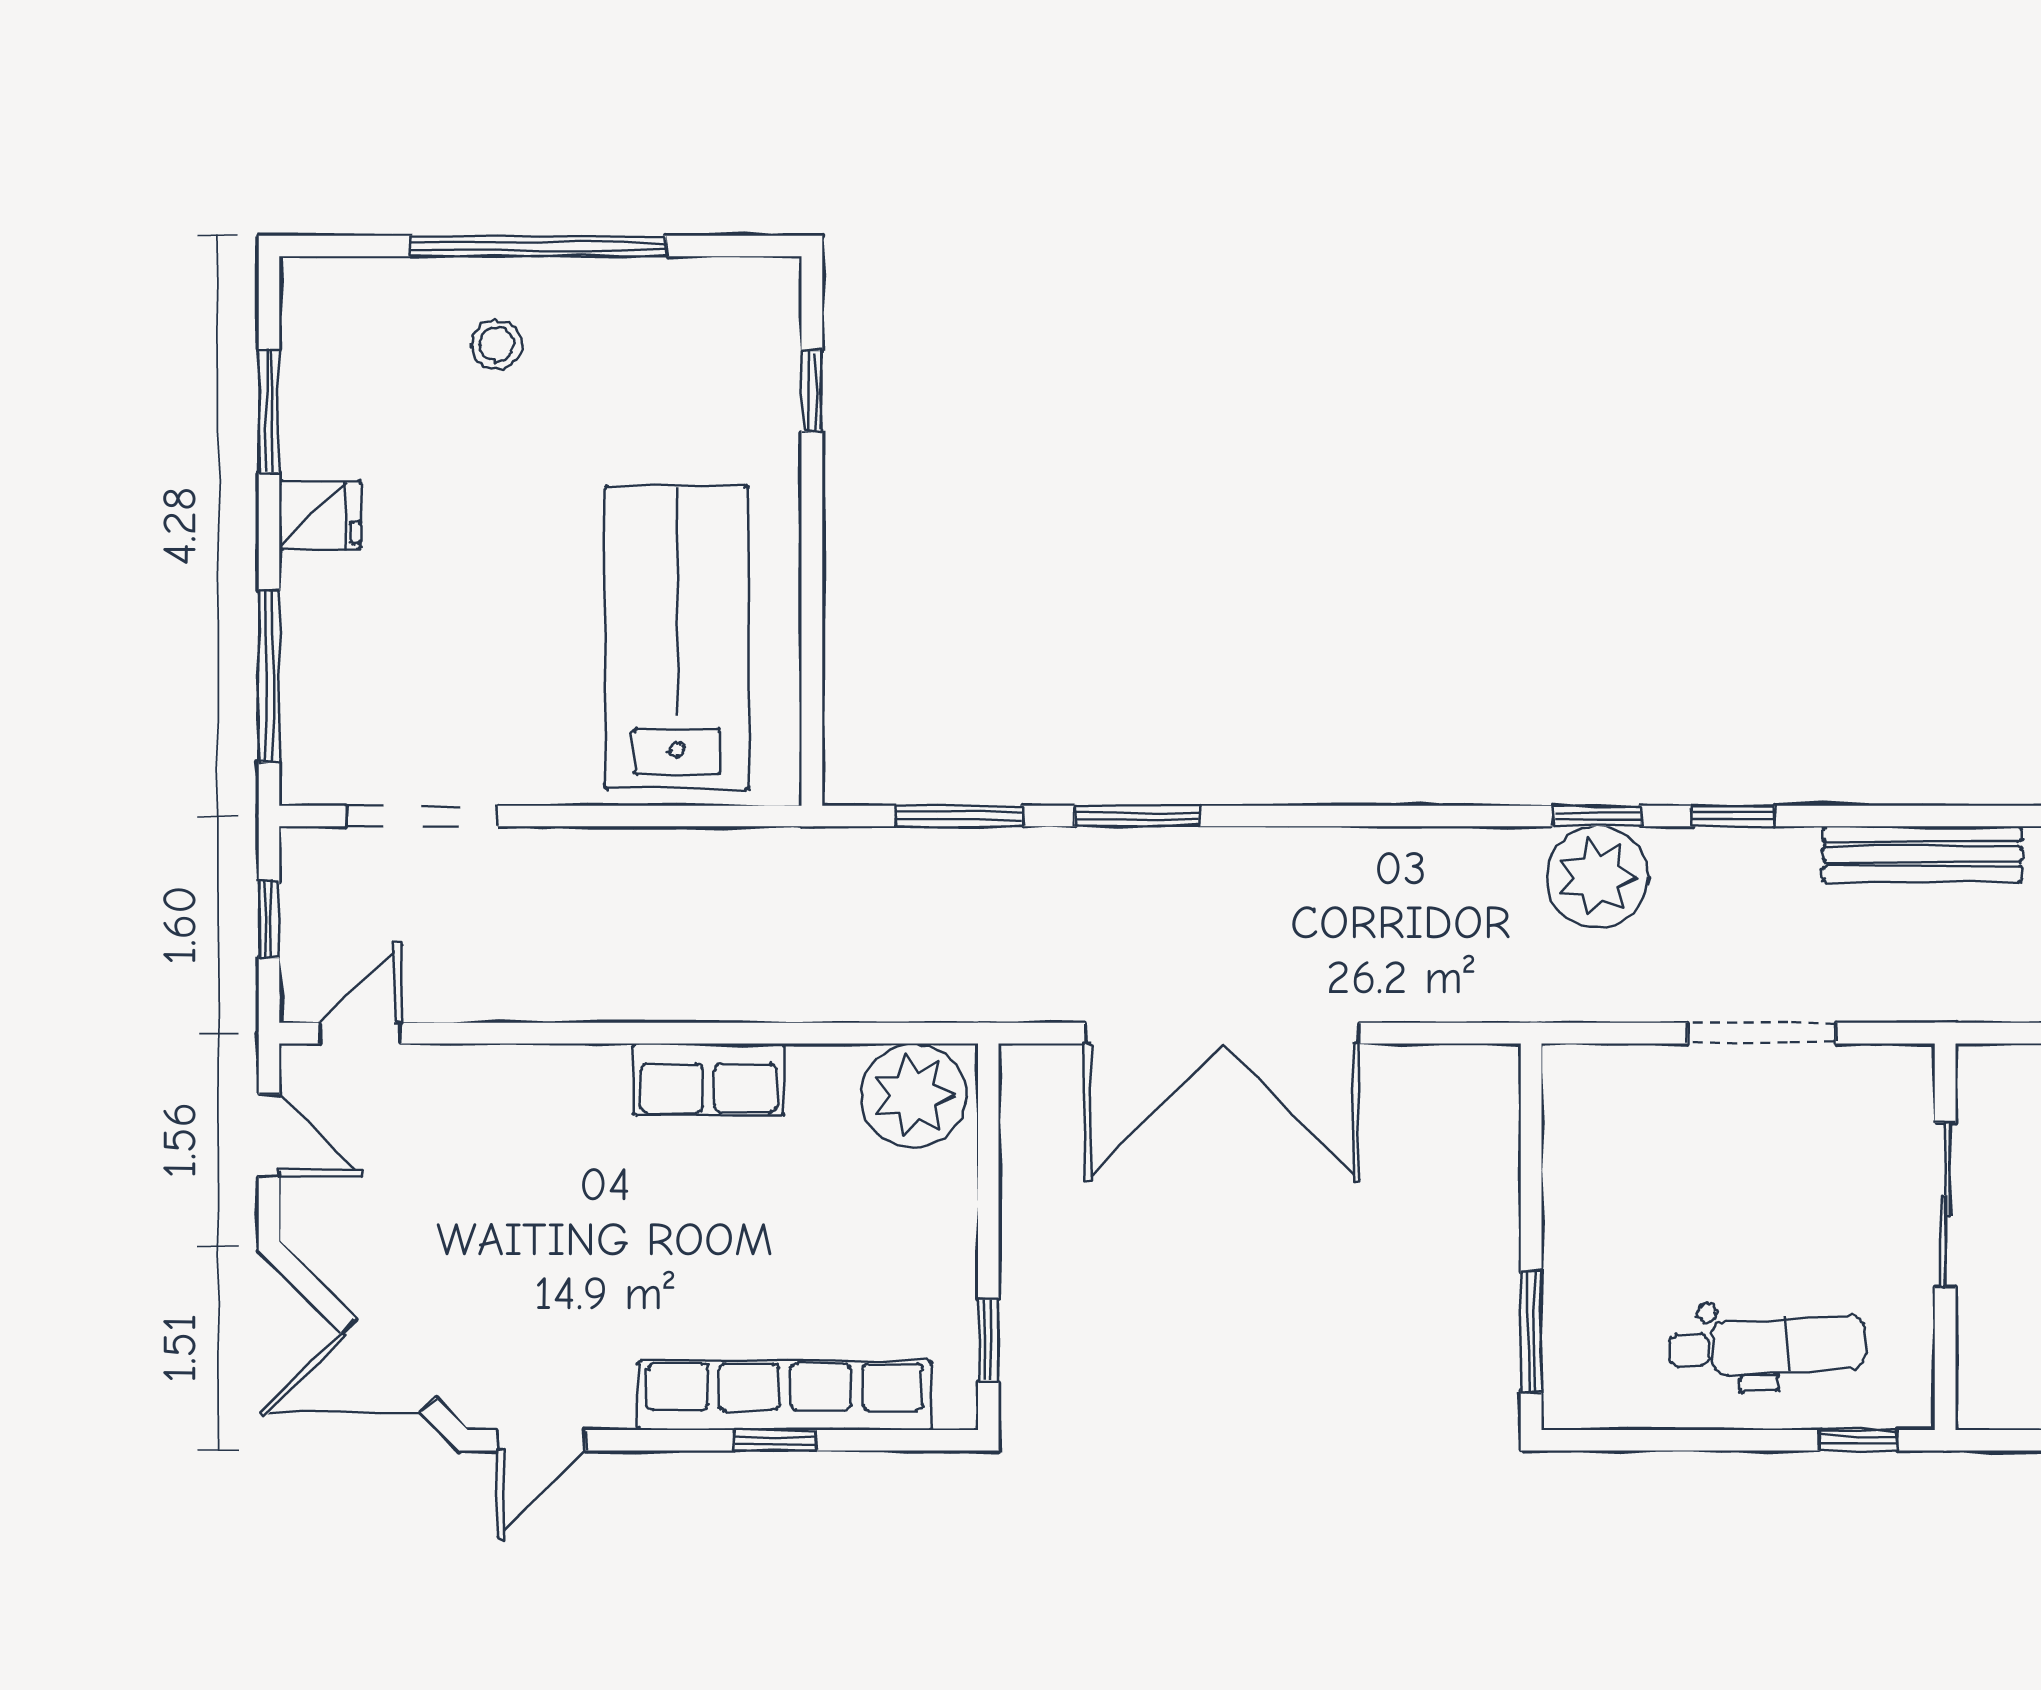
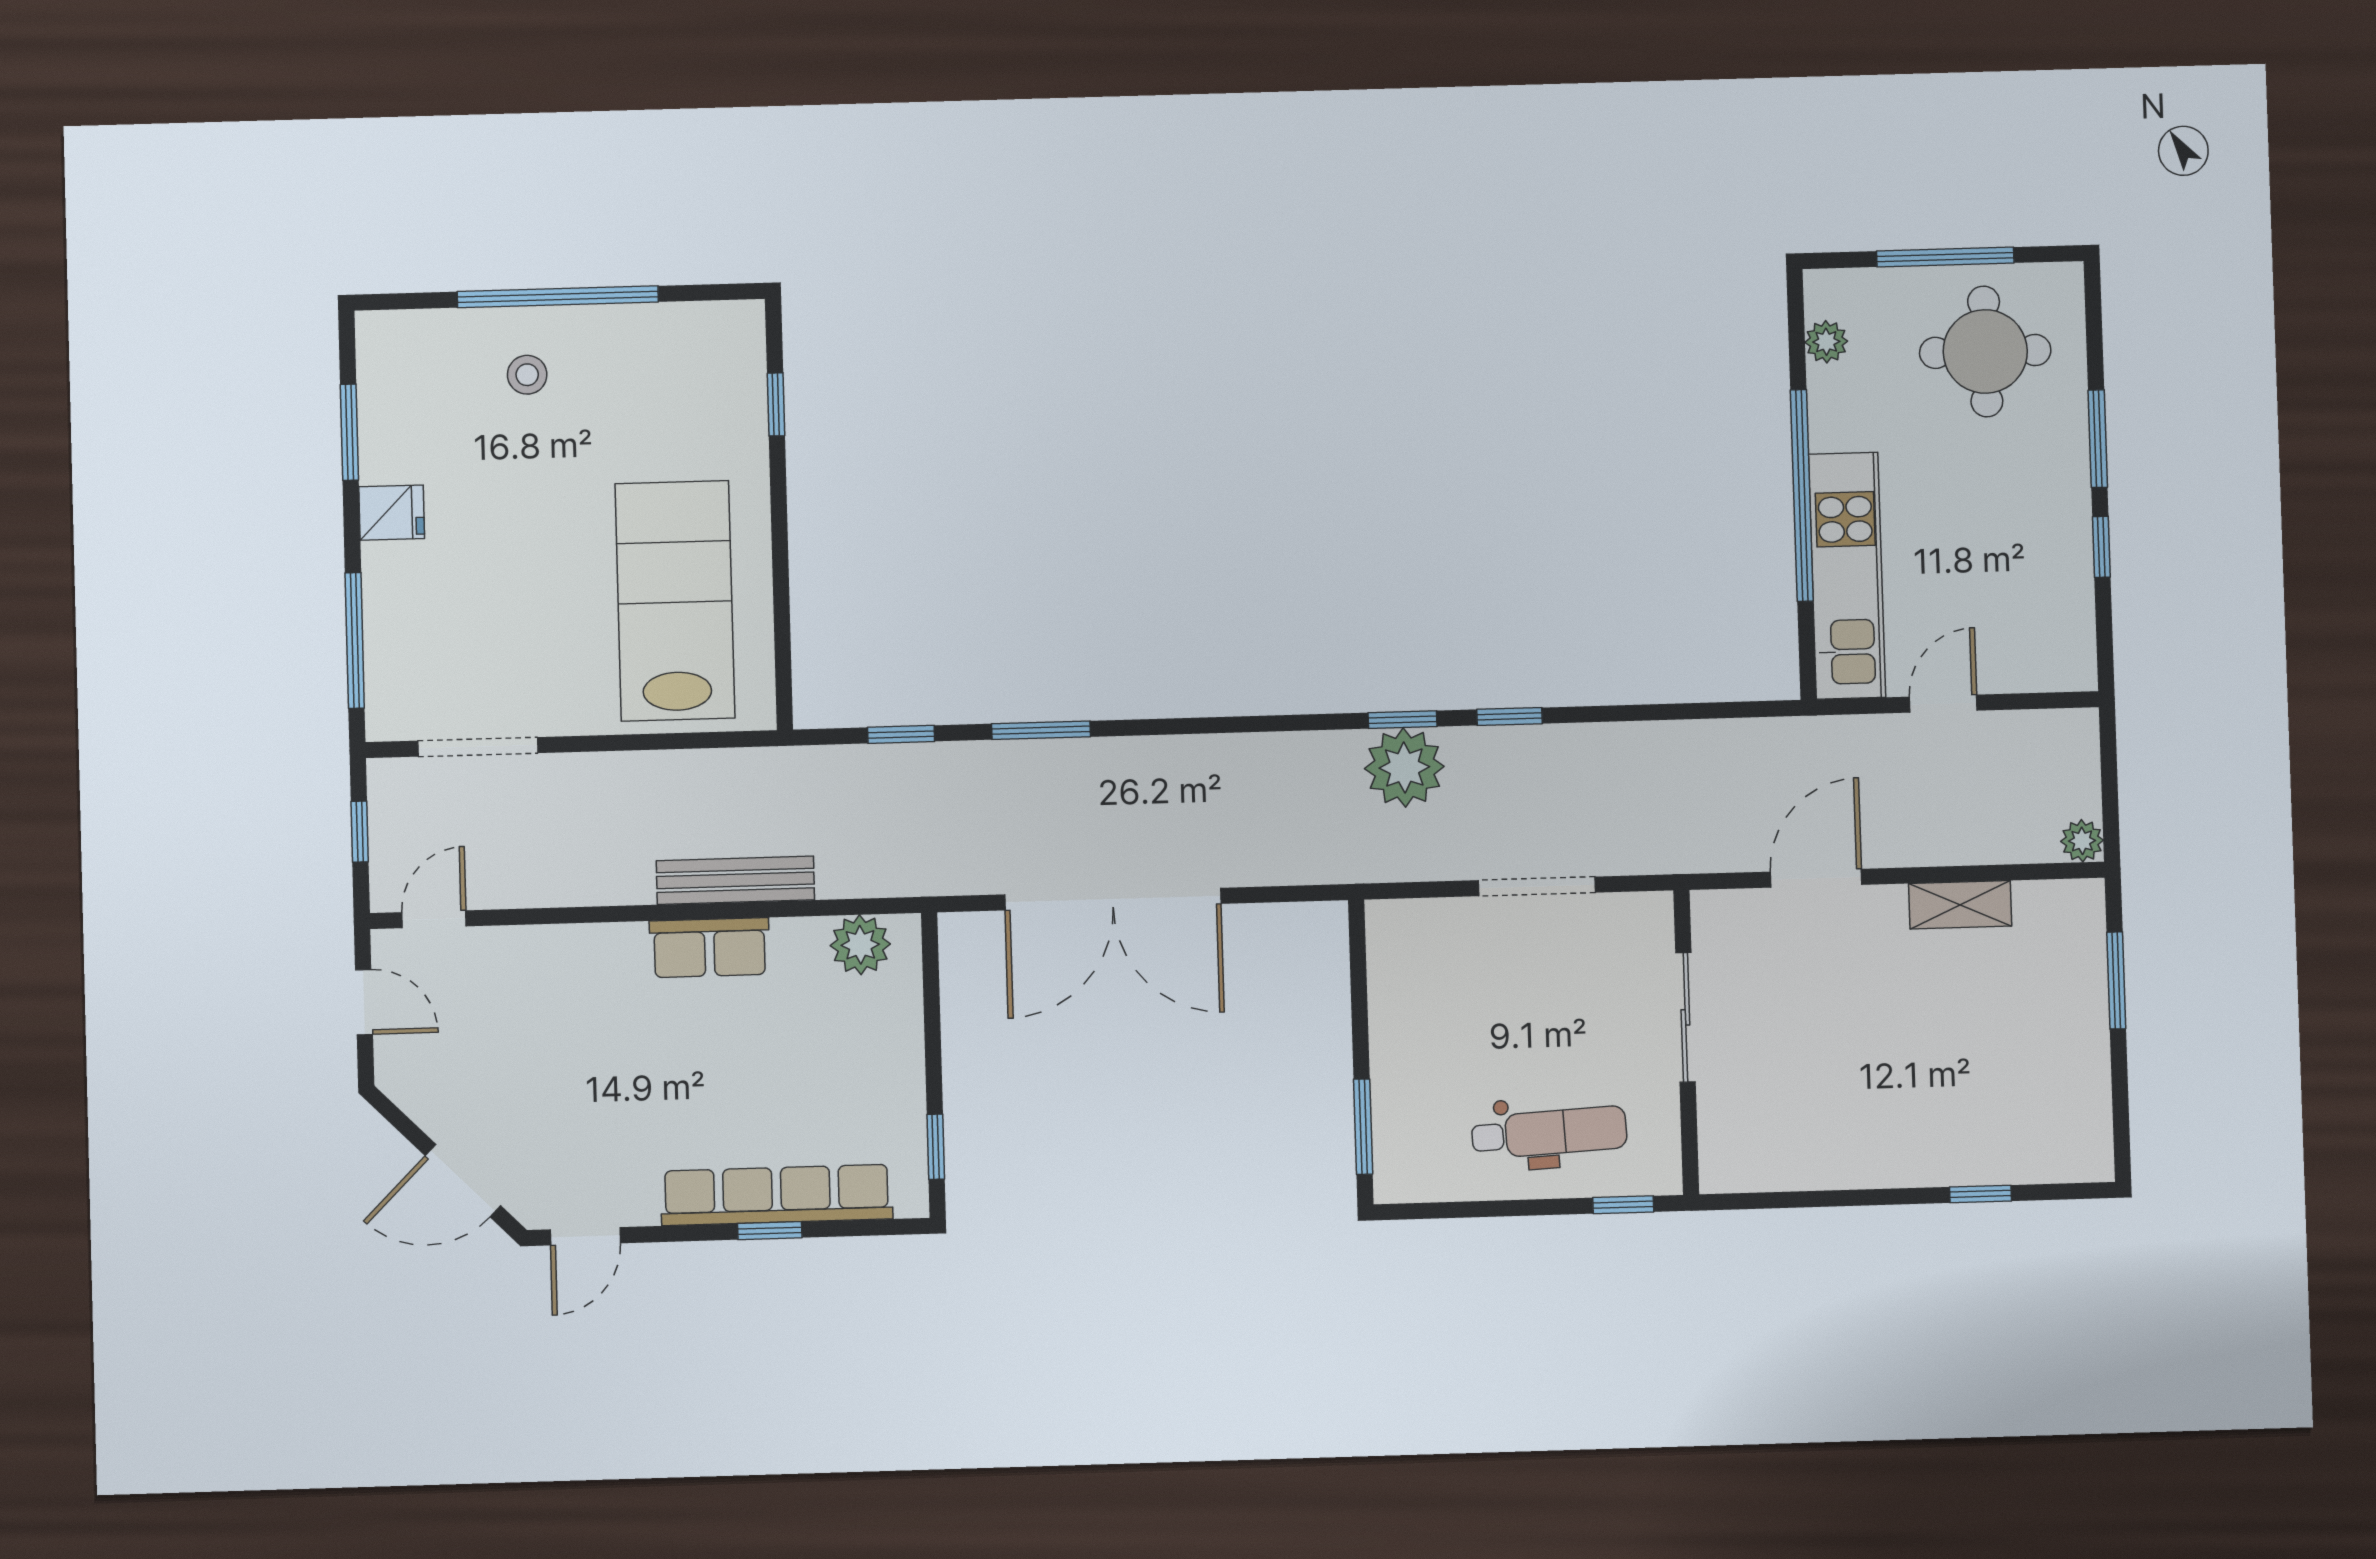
window: (959, 816) -> (901, 734), width x0.67
bench: (1922, 854) -> (735, 880), moved
plant: (914, 1095) -> (860, 945), width x0.73, depth x0.73

